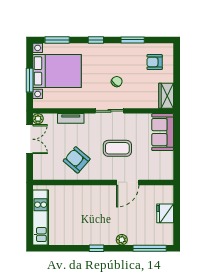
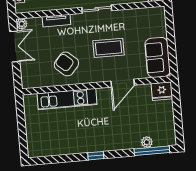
sofa: (163, 132) -> (158, 57), moved
fridge: (165, 213) -> (162, 91), moved, turned -90
kitchen unit: (41, 217) -> (67, 99), moved, turned 90
plant: (122, 240) -> (147, 142), moved

